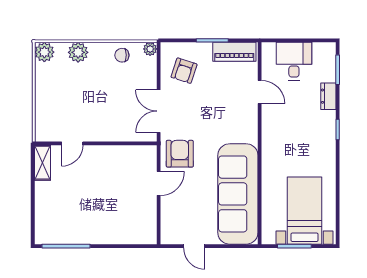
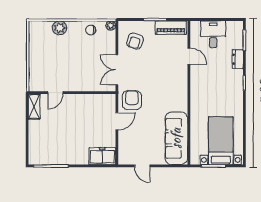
plant: (44, 52) -> (35, 28), removed
sofa: (238, 194) -> (176, 138), width x0.74, depth x0.79
freezer: (138, 232) -> (102, 156), added

